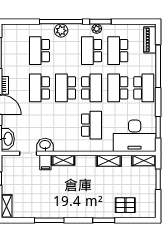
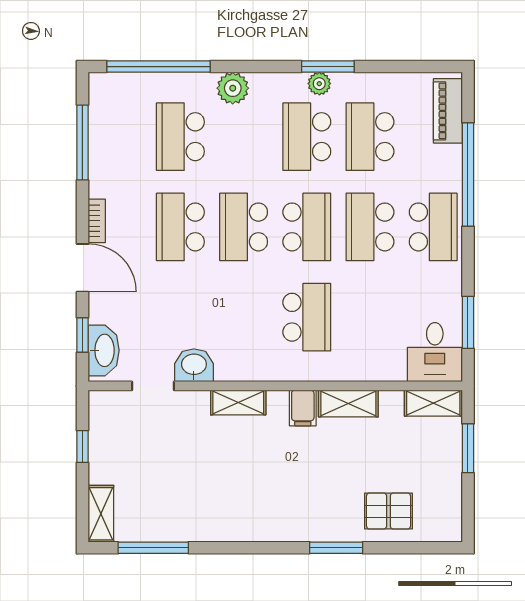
window: (61, 22) -> (158, 67), moved
desk: (135, 136) -> (435, 352), width x0.53, depth x0.77
filing cabinet: (45, 163) -> (303, 408), moved
window: (49, 220) -> (153, 548), moved

